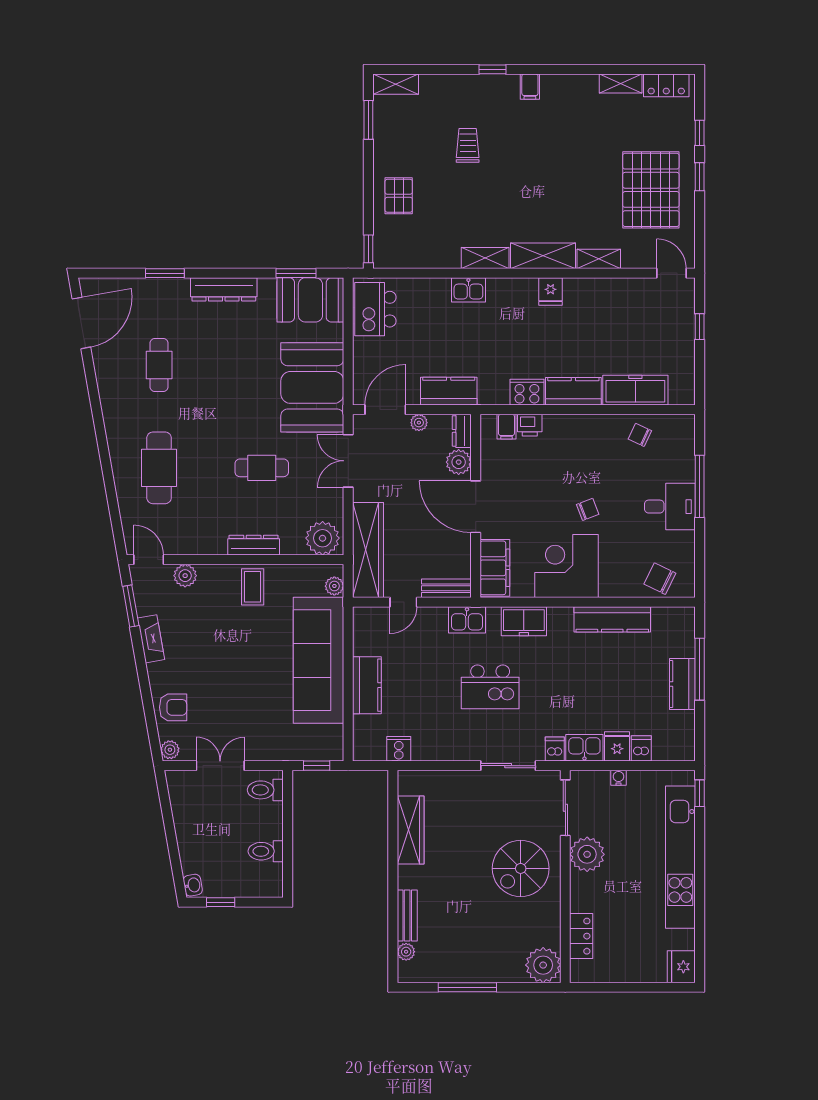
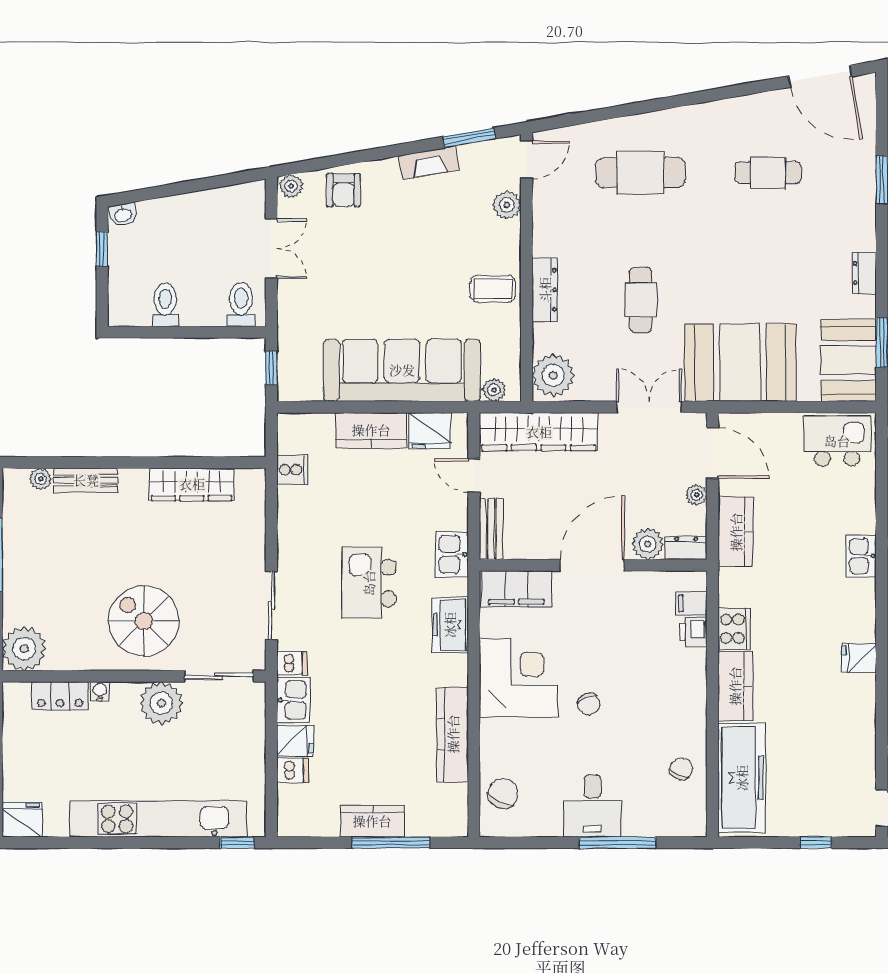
dresser: (224, 289) -> (864, 273), width x0.51, depth x0.80
freezer: (635, 390) -> (742, 778), width x1.36, depth x1.26
fridge: (367, 638) -> (430, 431), added
water cooler: (619, 778) -> (100, 691), moved, turned -90

